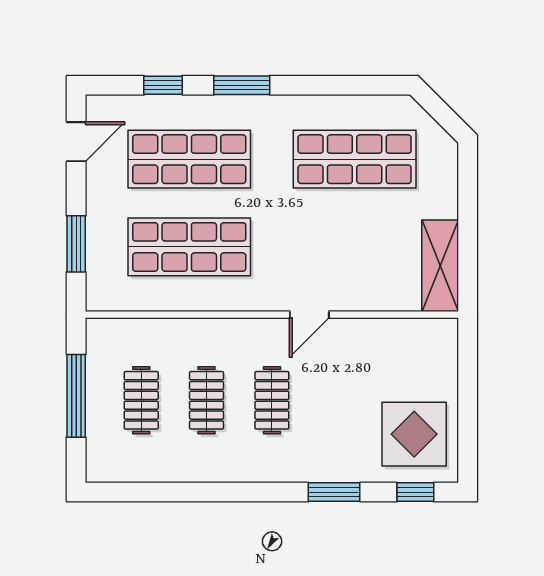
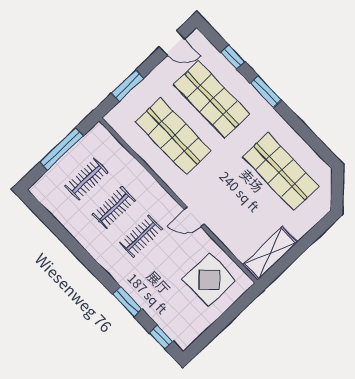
display table: (414, 434) -> (209, 280), moved

